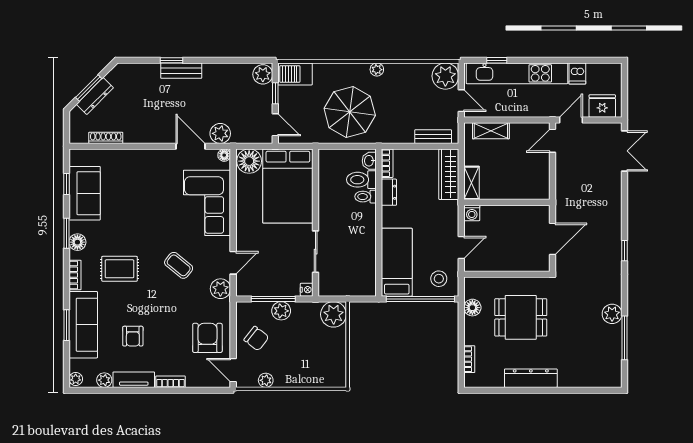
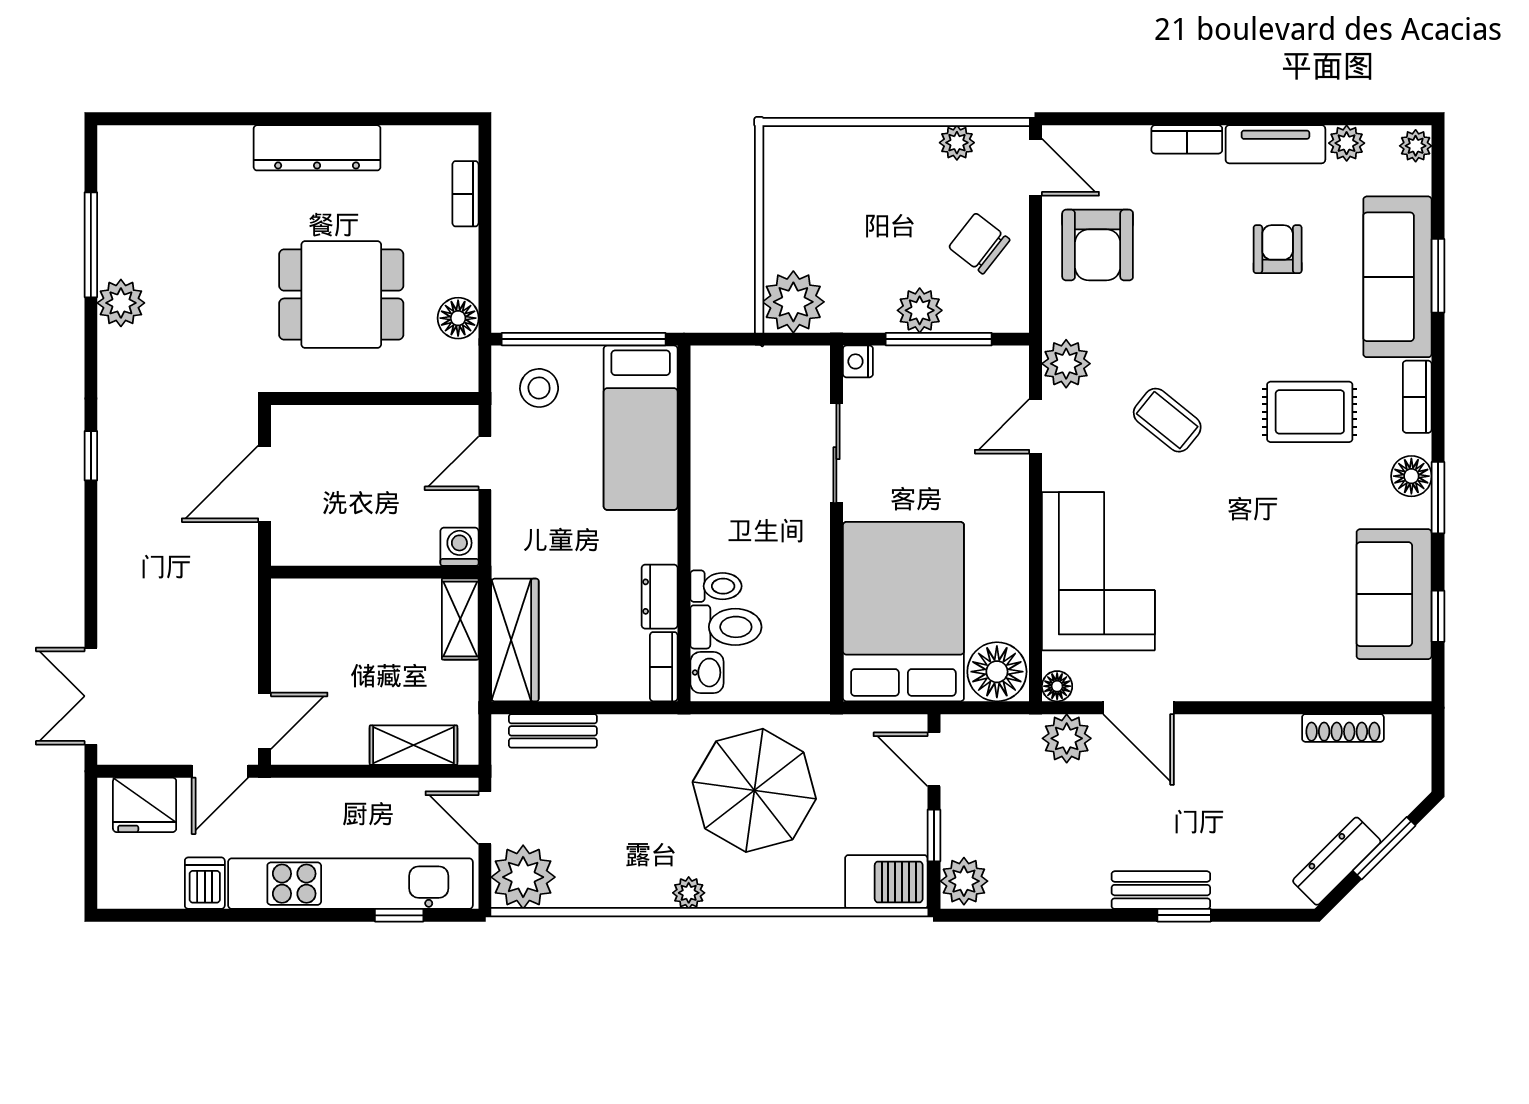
dresser: (95, 96) -> (1337, 861), moved

